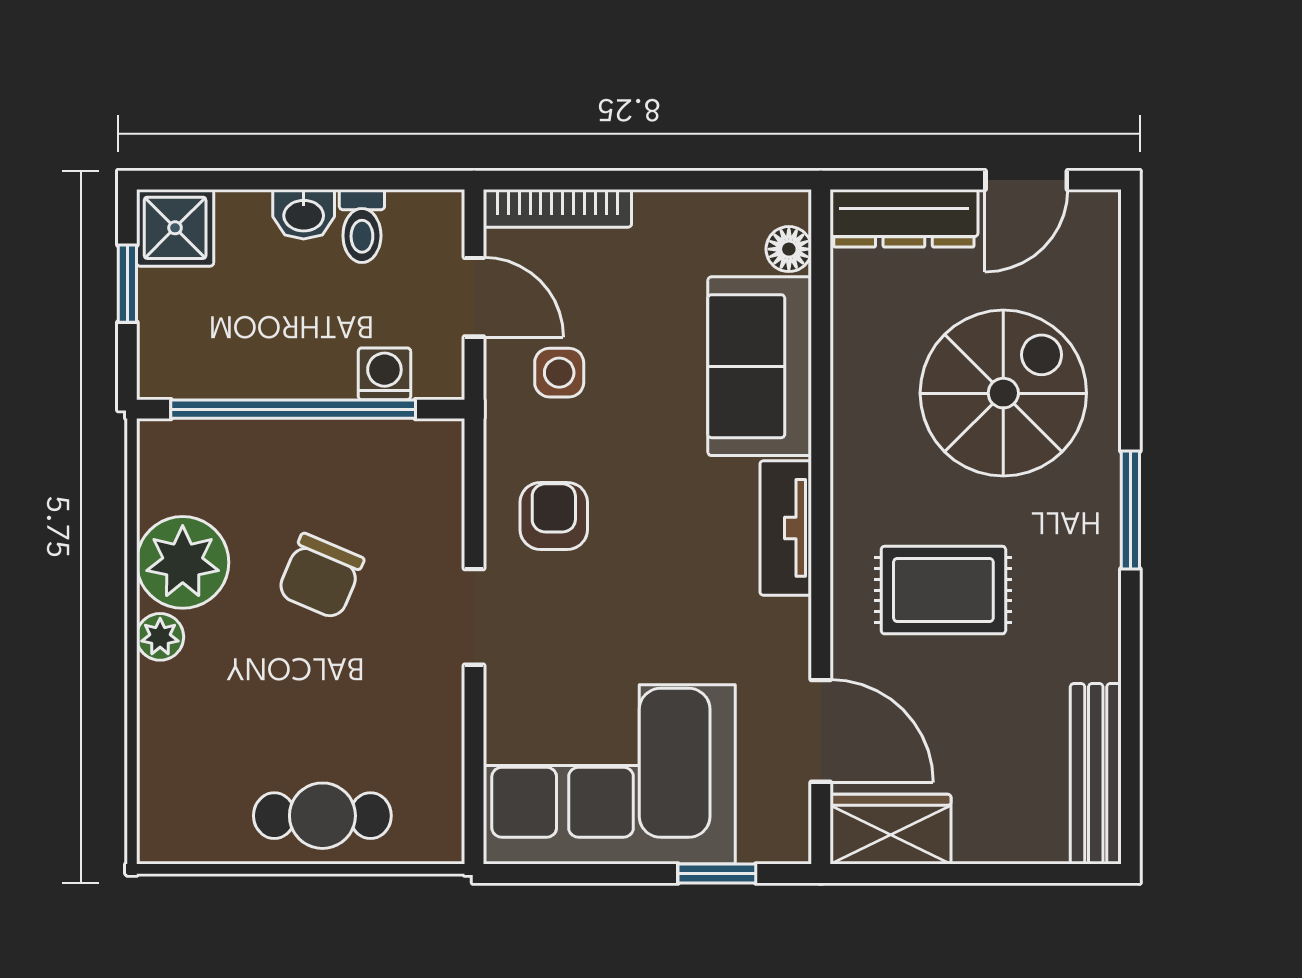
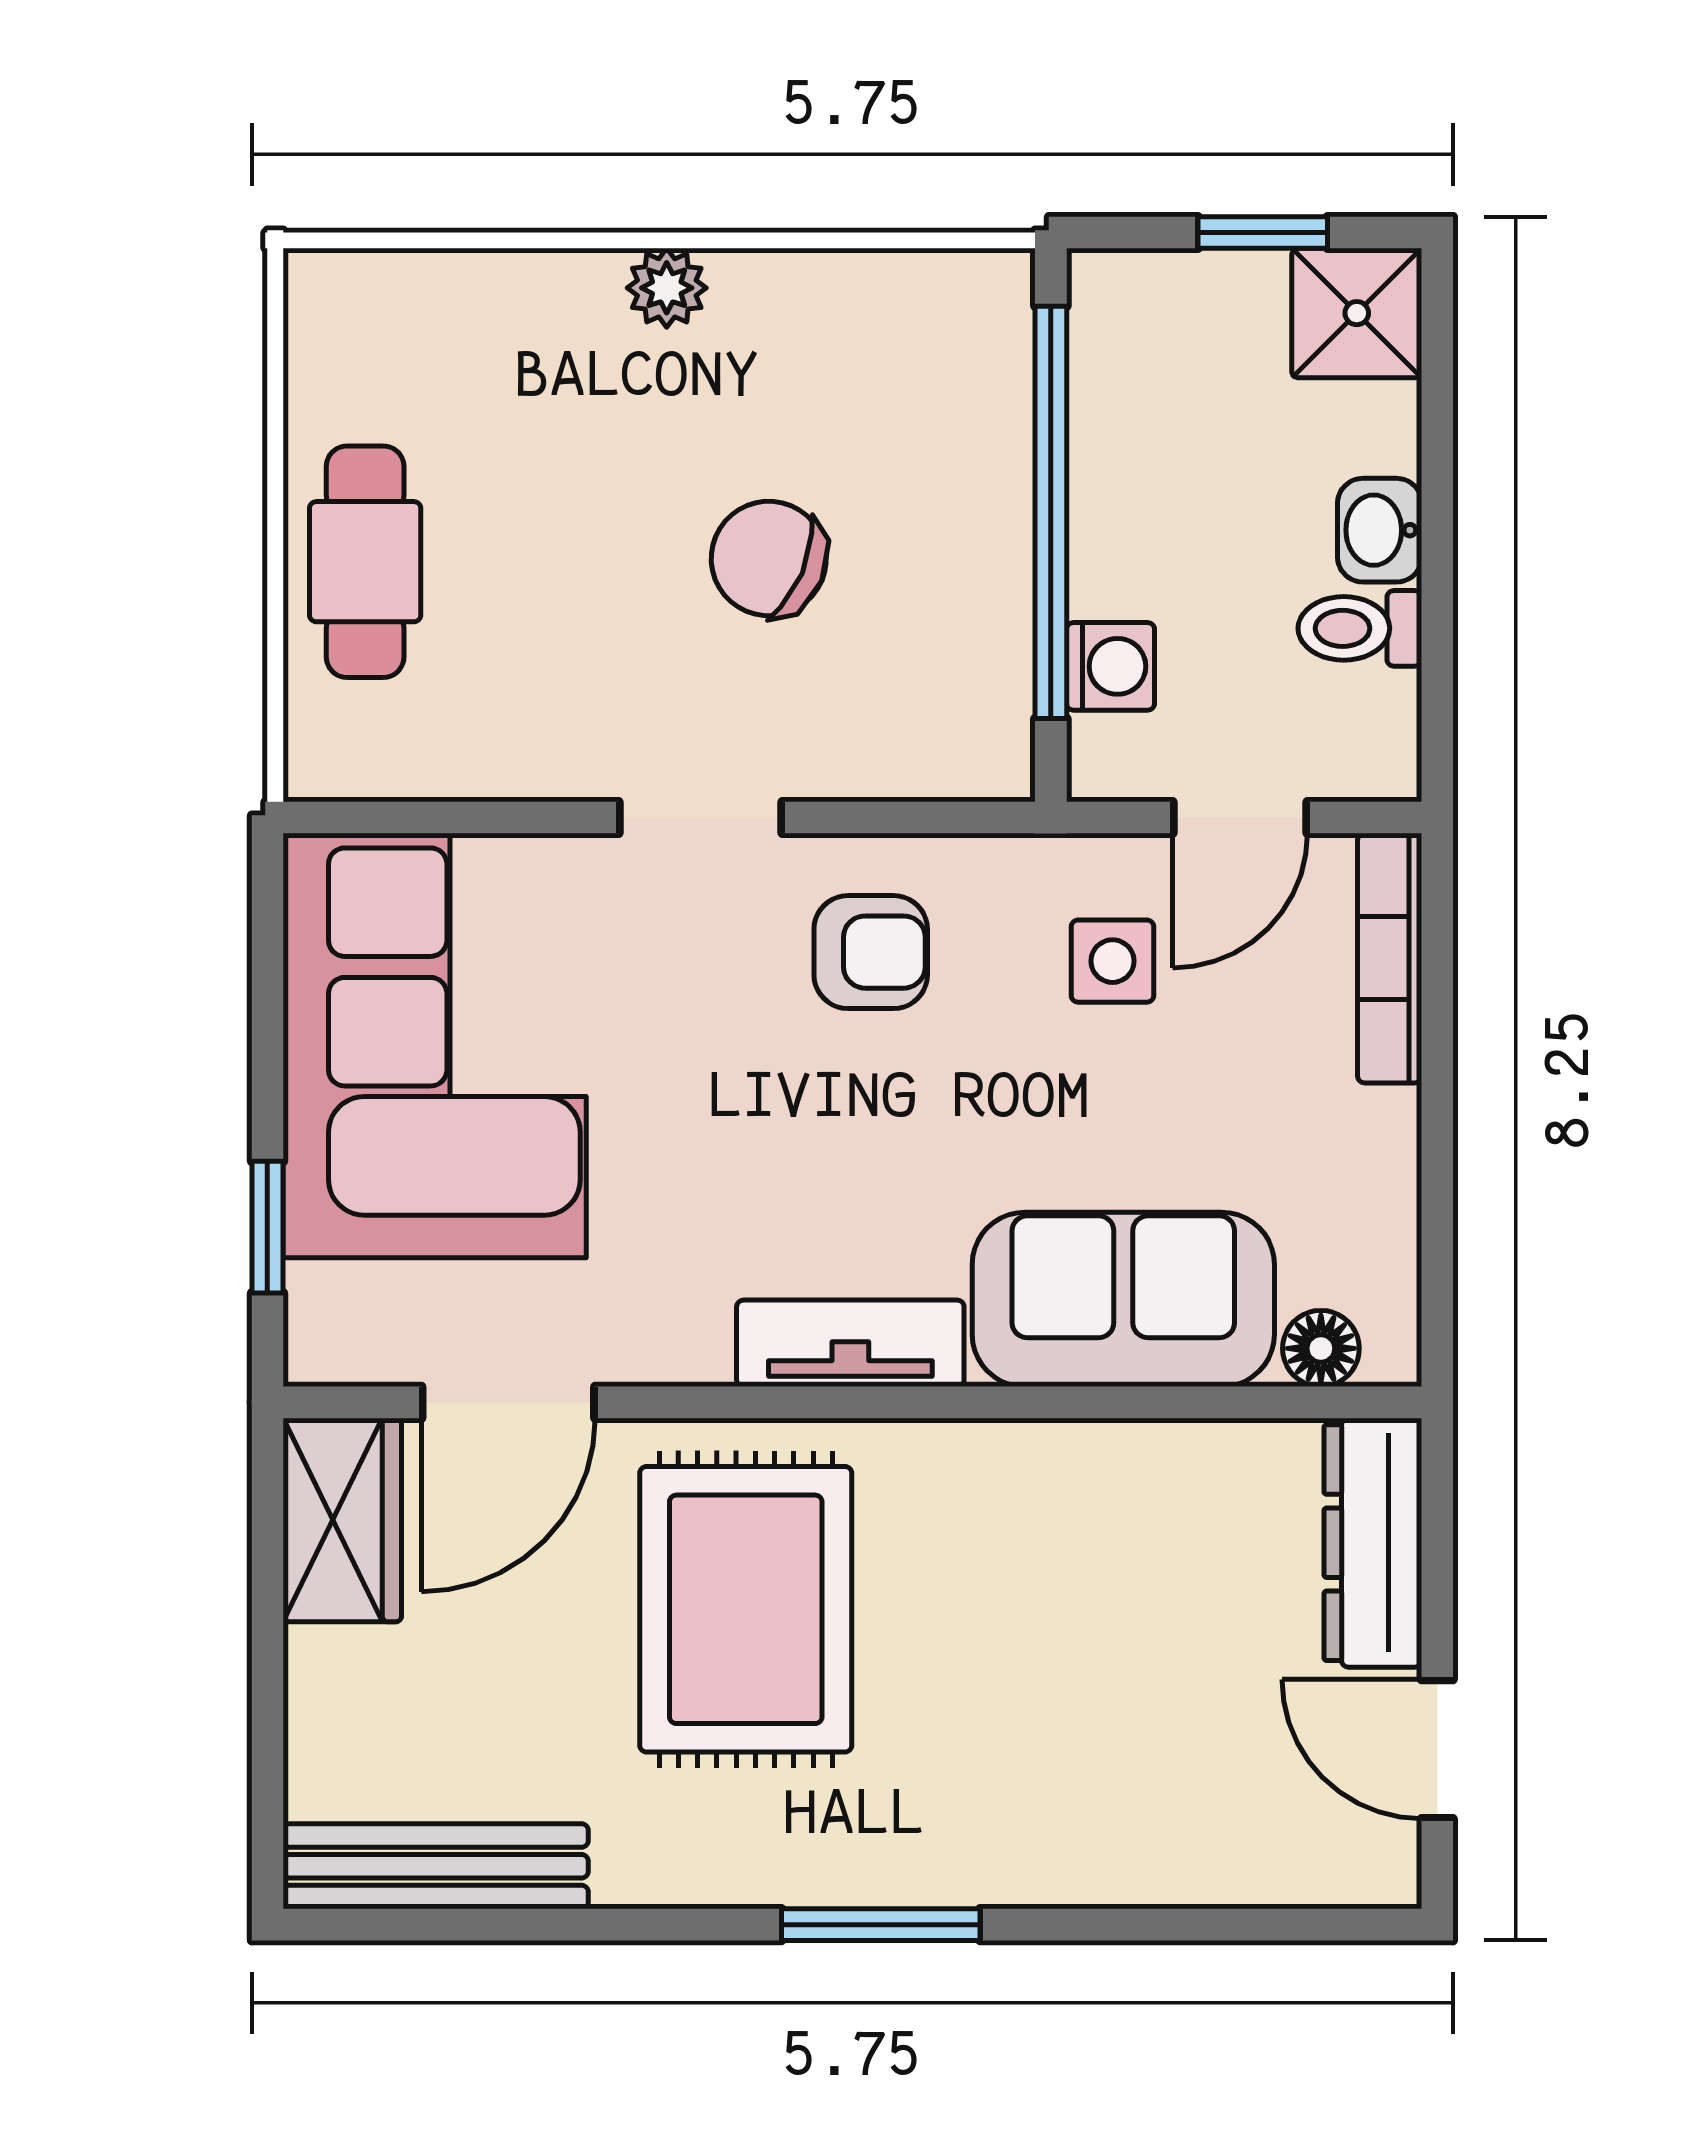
spiral stairs: (1003, 393) -> (1078, 1710), removed
plant: (183, 562) -> (792, 326), removed
rug: (943, 590) -> (746, 1609), width x1.36, depth x1.43

